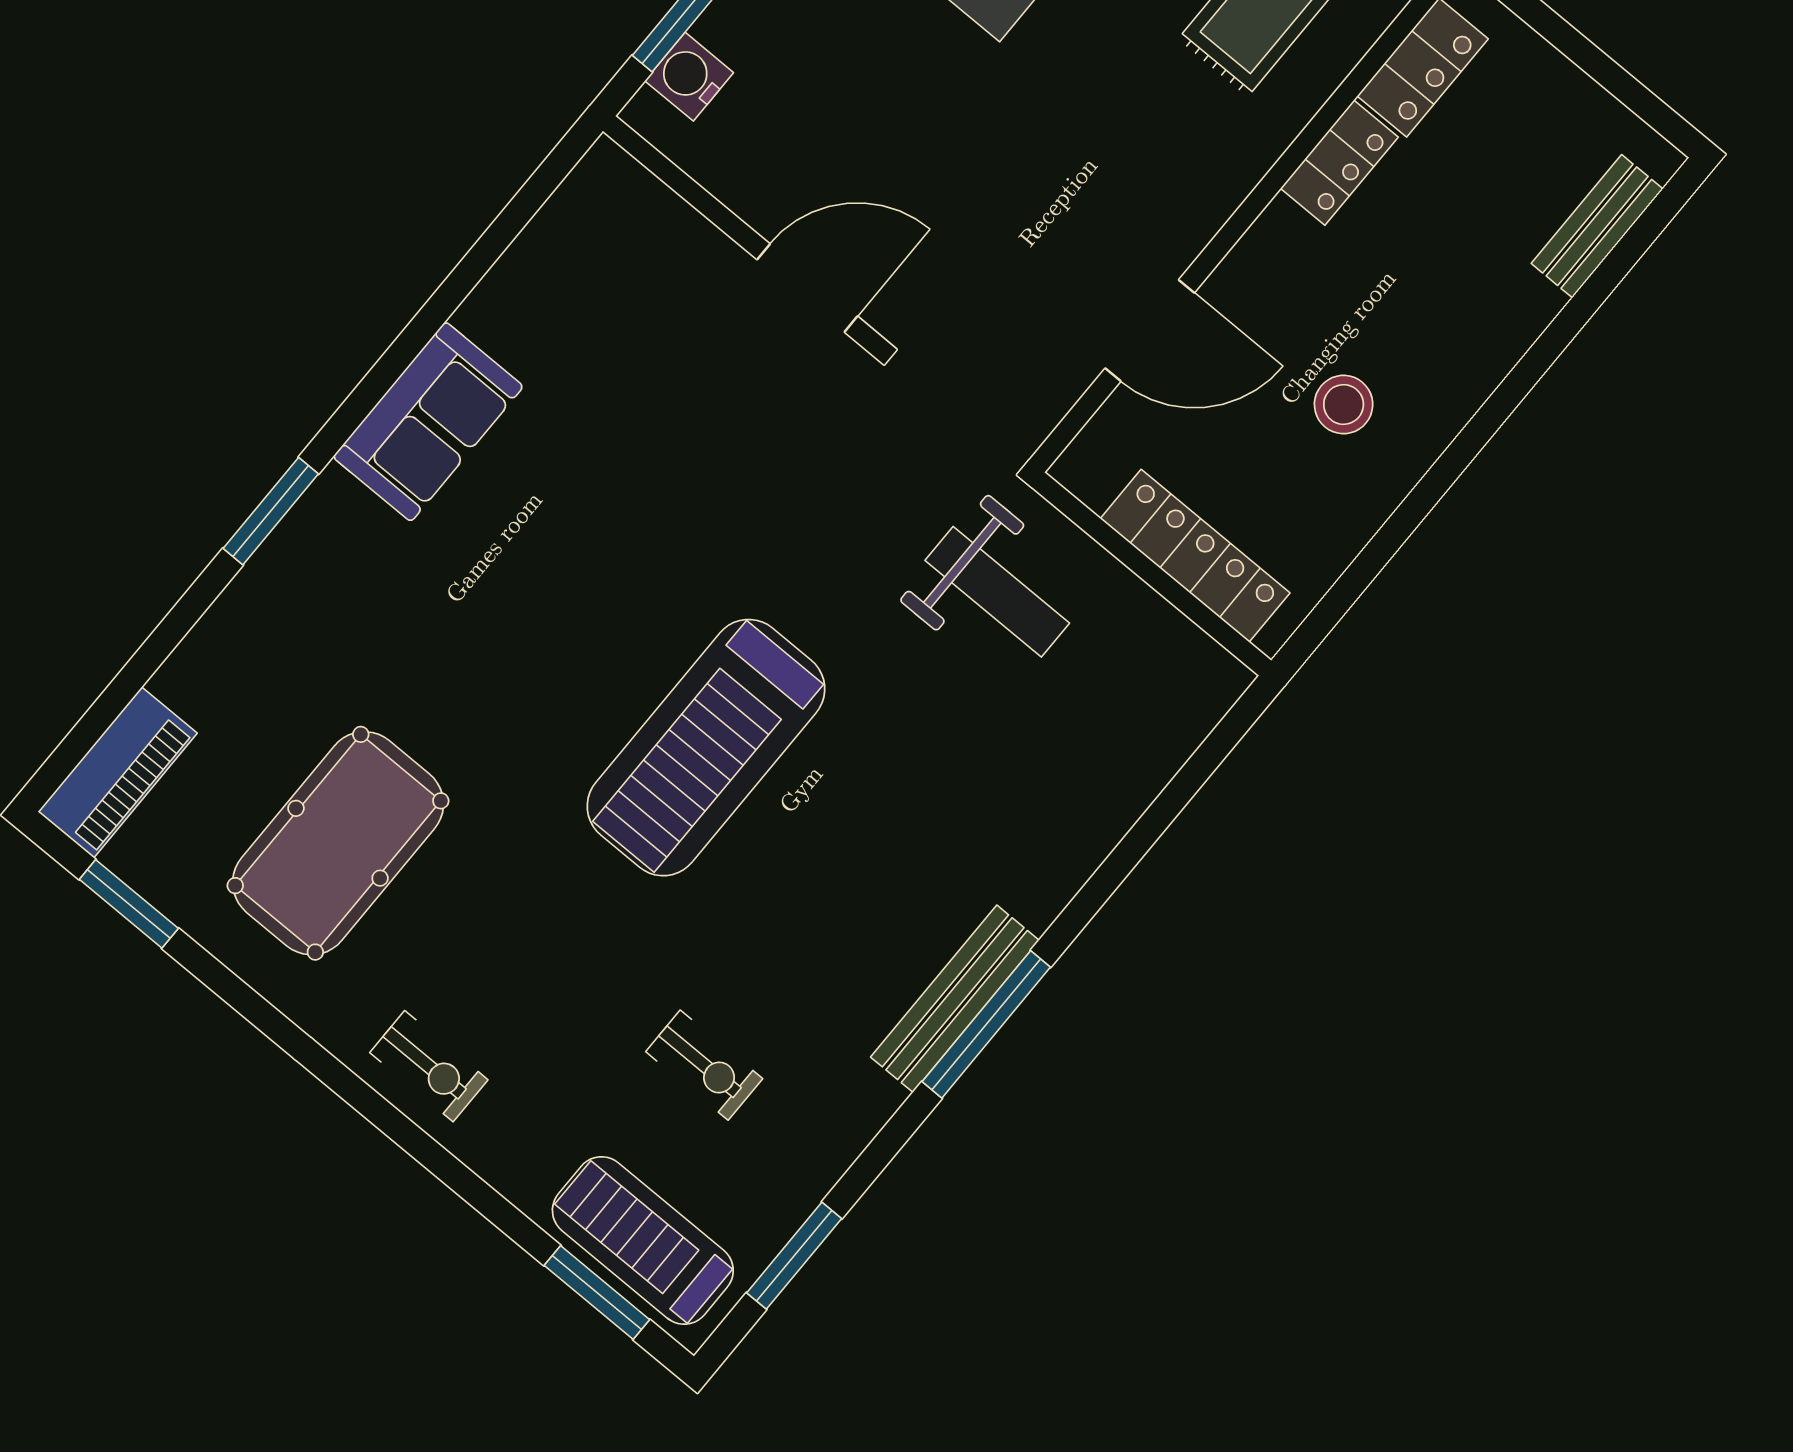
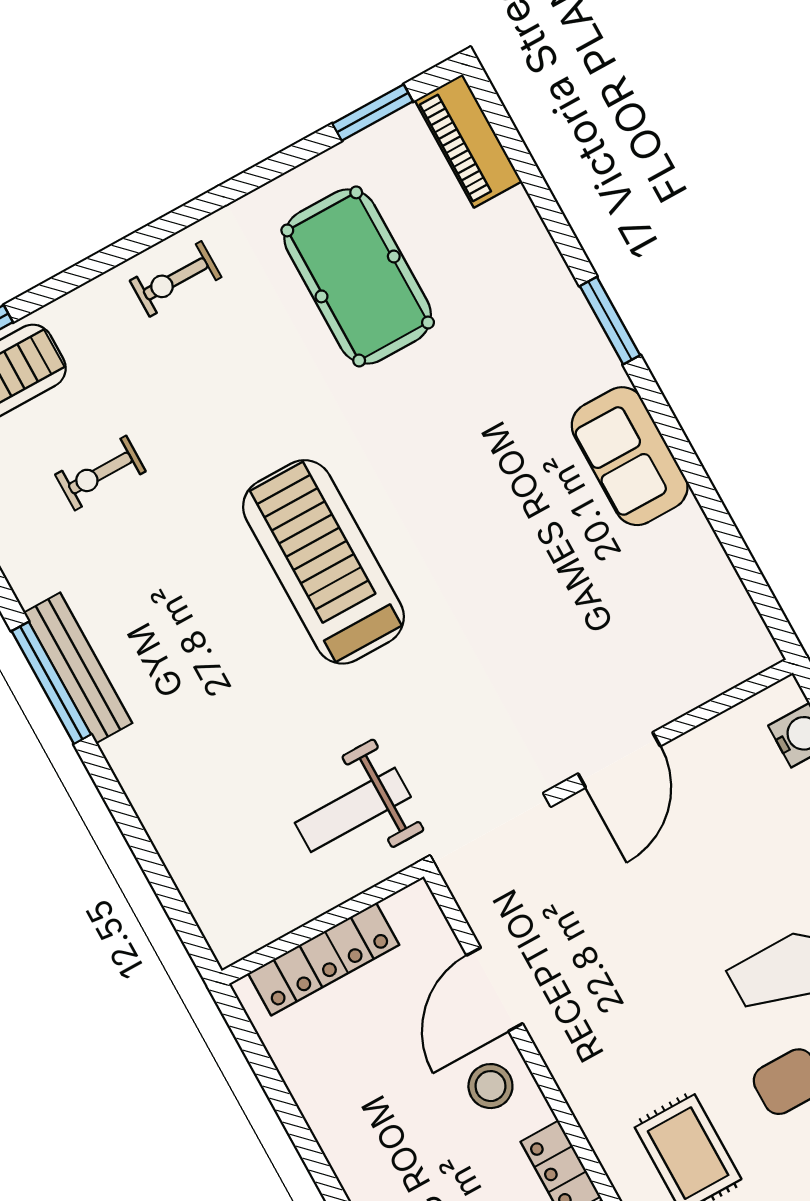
stool: (1344, 404) -> (490, 1086), moved

